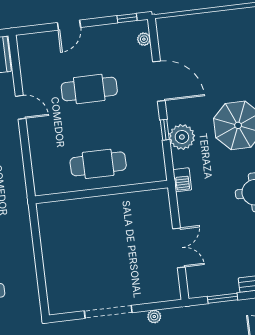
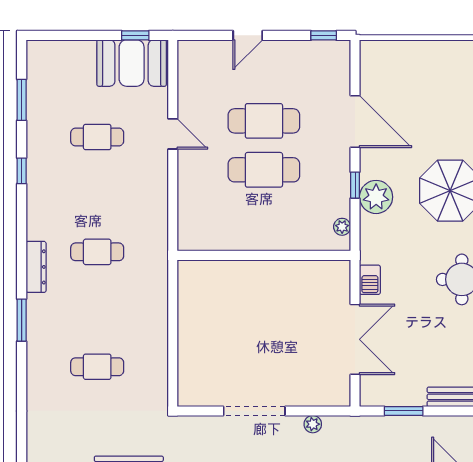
plant: (144, 39) -> (342, 227), moved
cafe table: (98, 164) -> (264, 170), moved
barbecue: (182, 180) -> (370, 280), moved
double door: (179, 248) -> (355, 339), width x1.37

